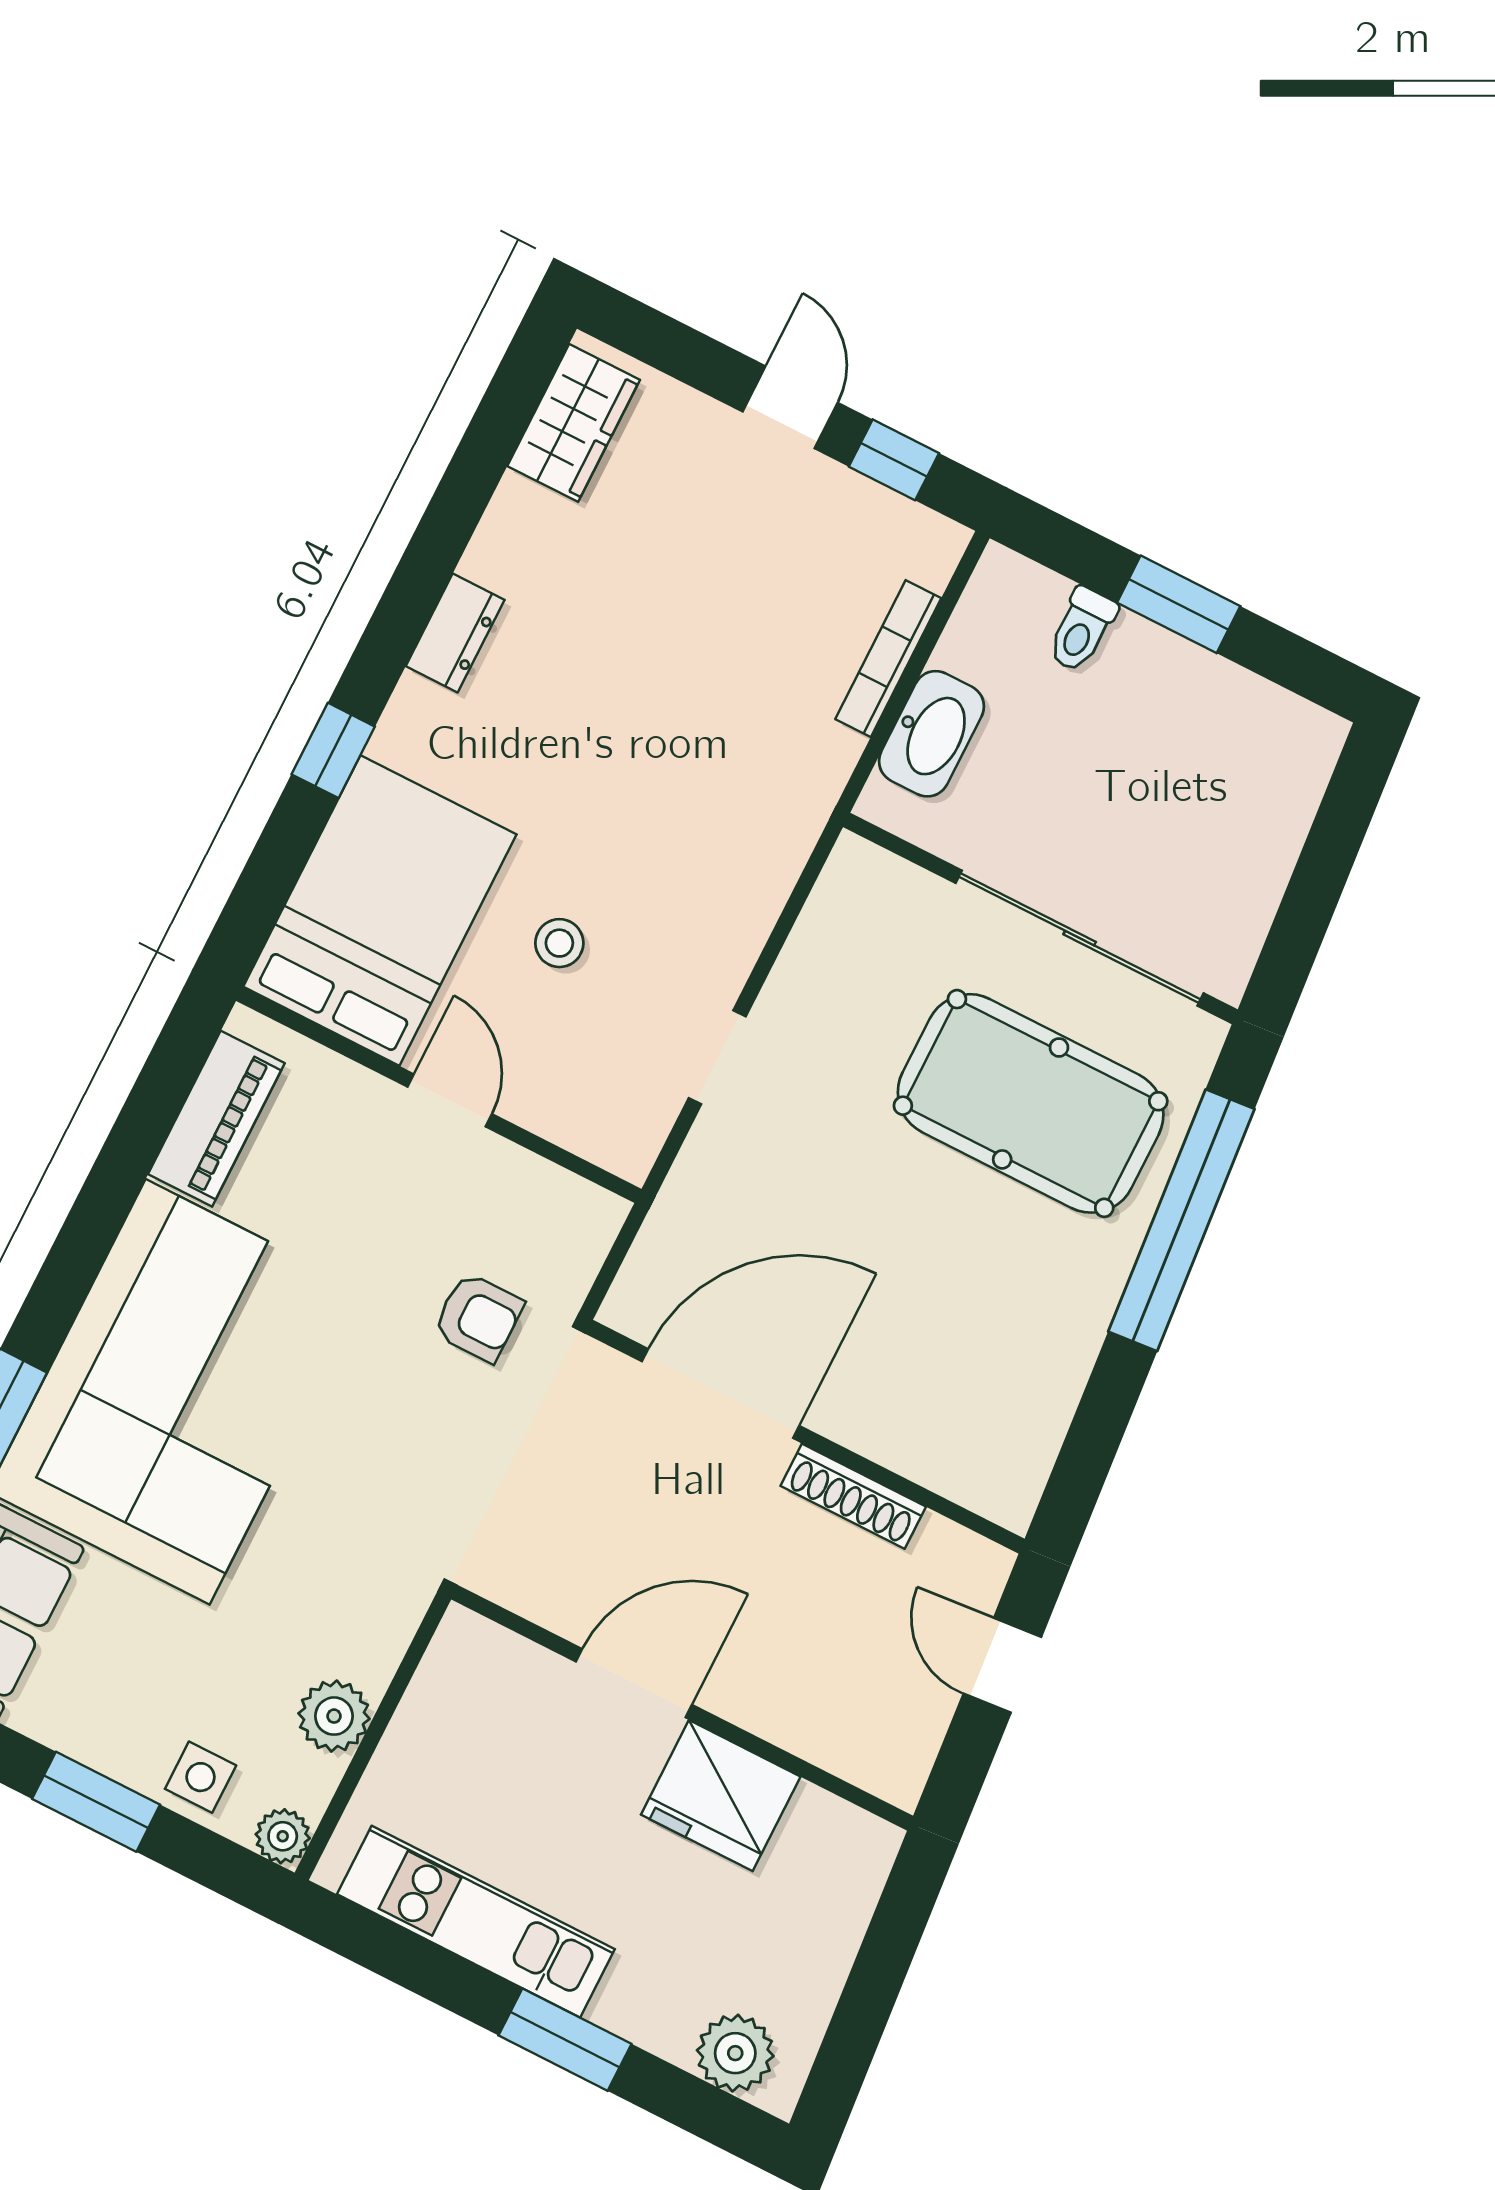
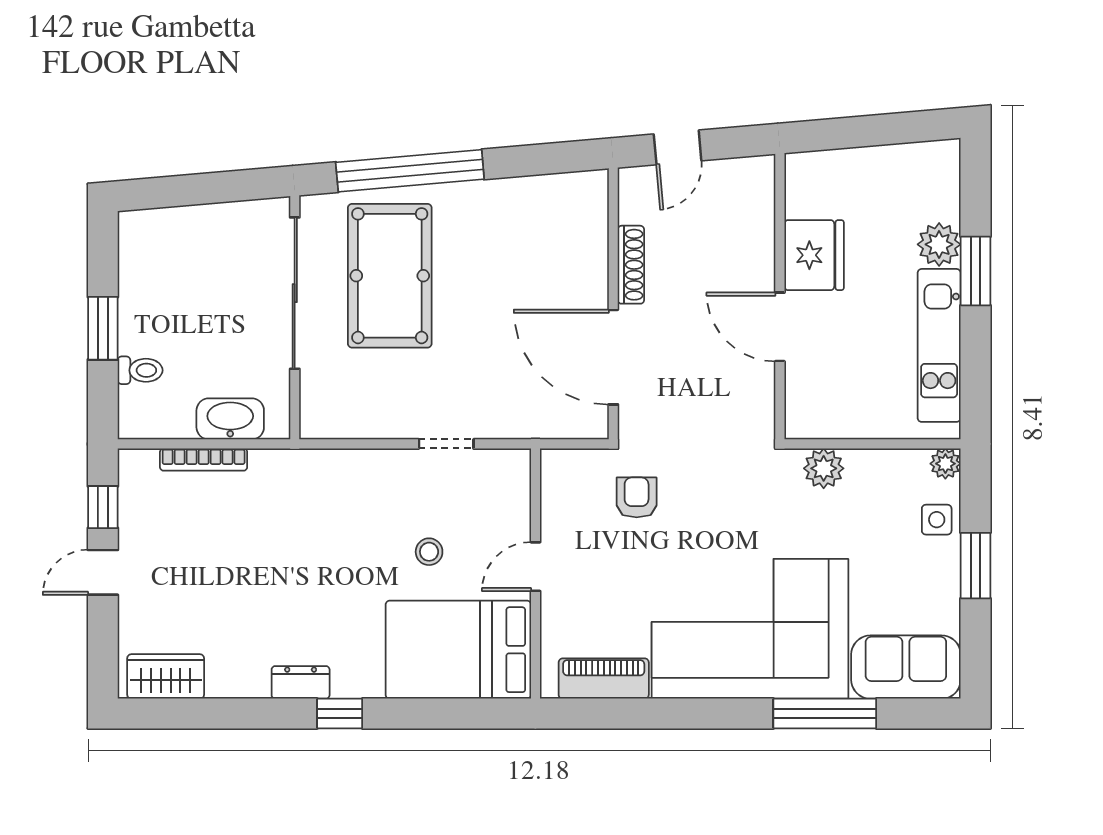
window: (333, 750) -> (340, 714), moved
plant: (334, 1716) -> (824, 468), moved
plant: (735, 2053) -> (939, 244), moved

